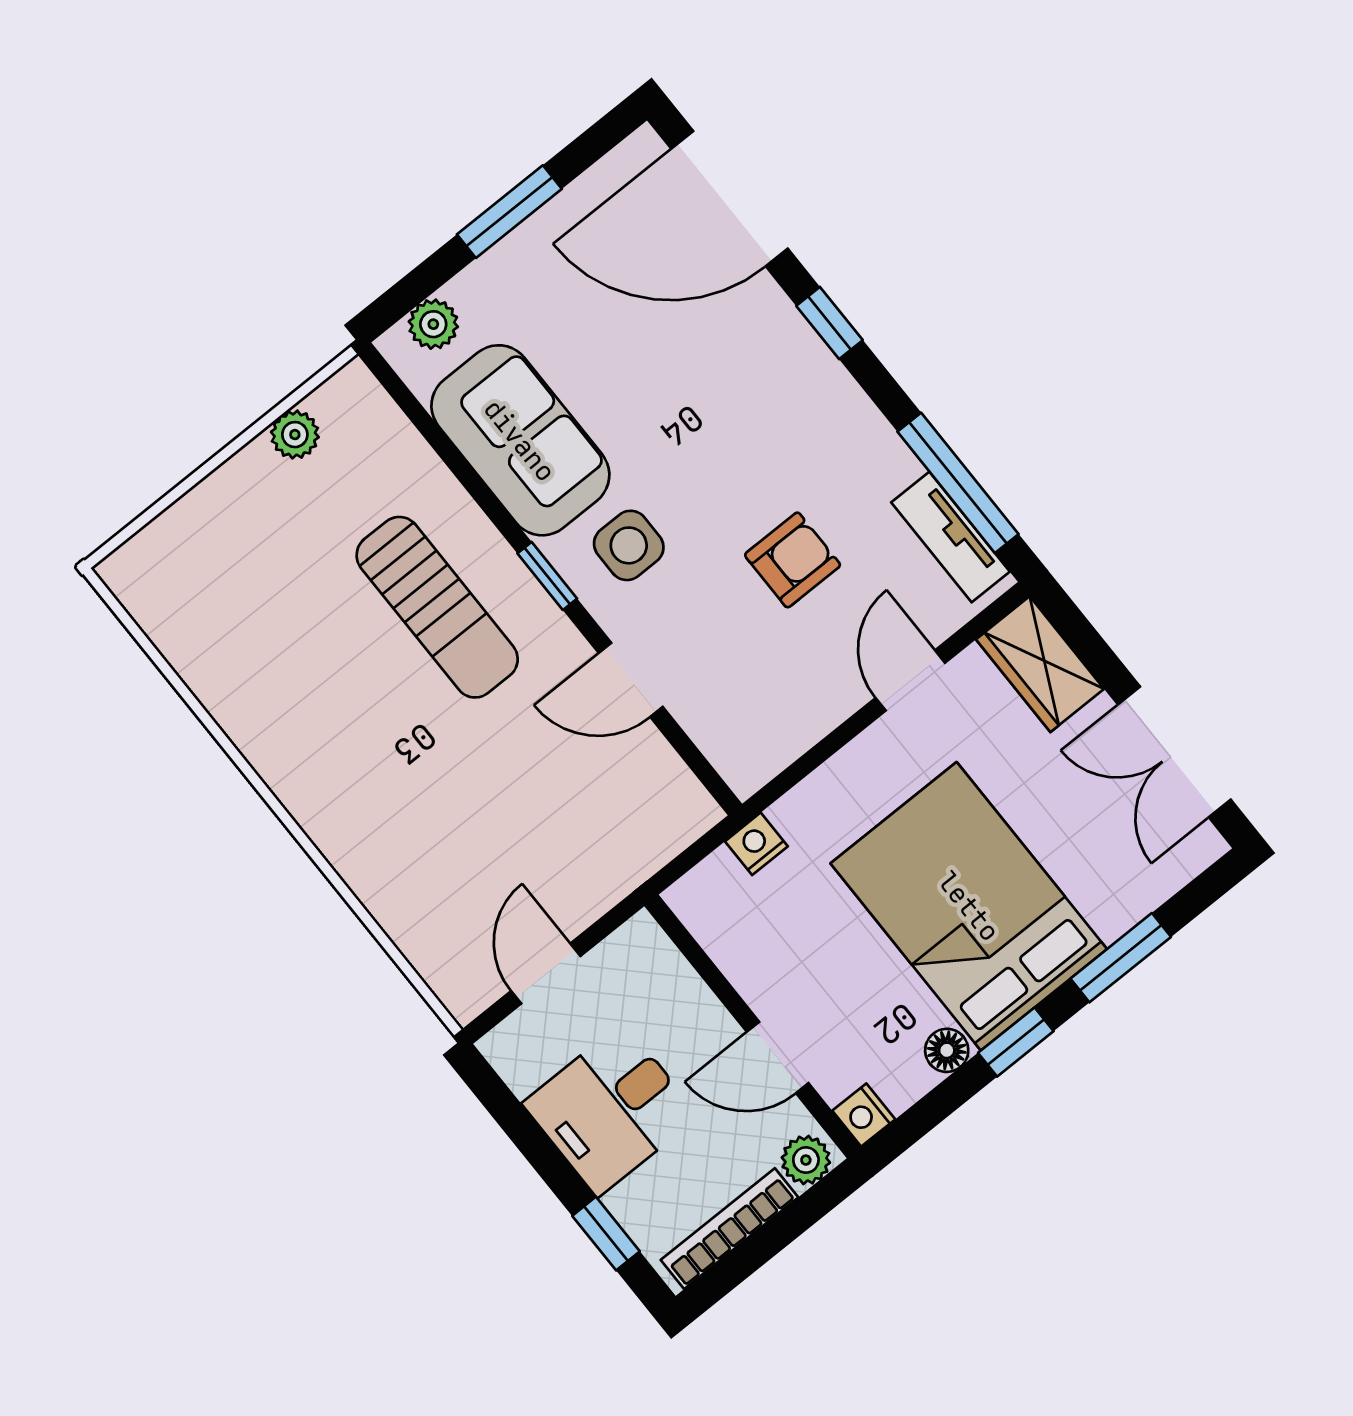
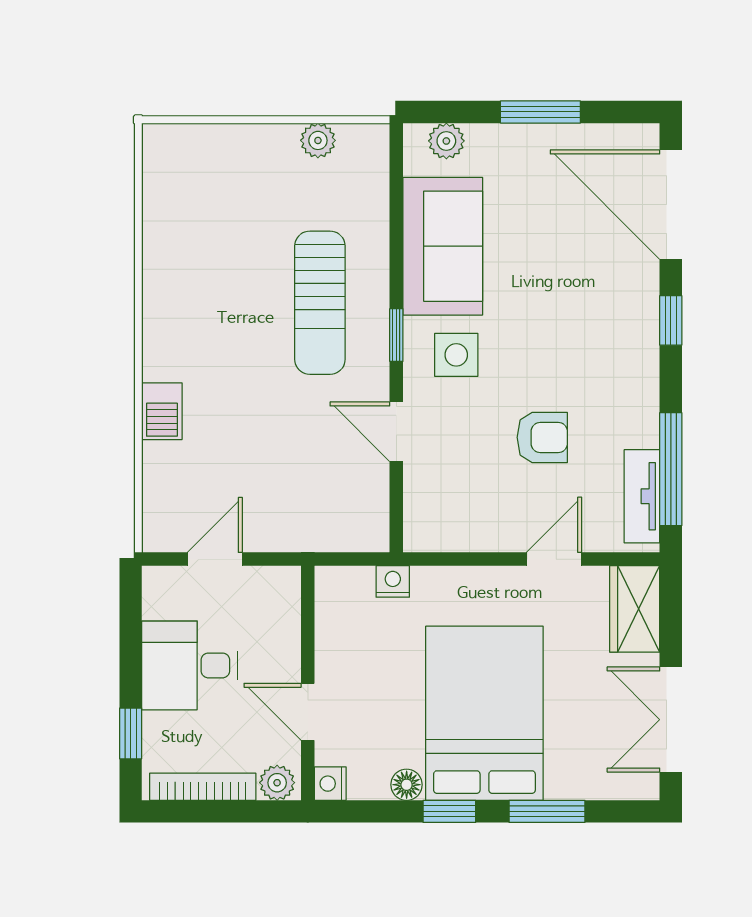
barbecue: (361, 860) -> (162, 411), added

